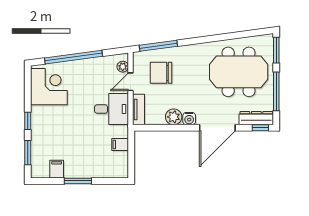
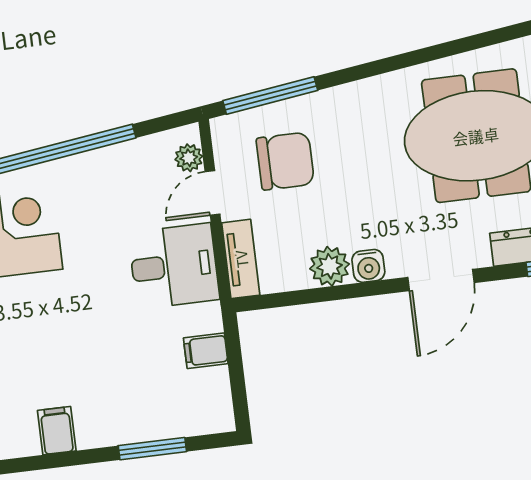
chair: (161, 73) -> (285, 161), turned 180
door: (217, 128) -> (441, 280), width x0.73
window: (78, 181) -> (152, 449), moved

